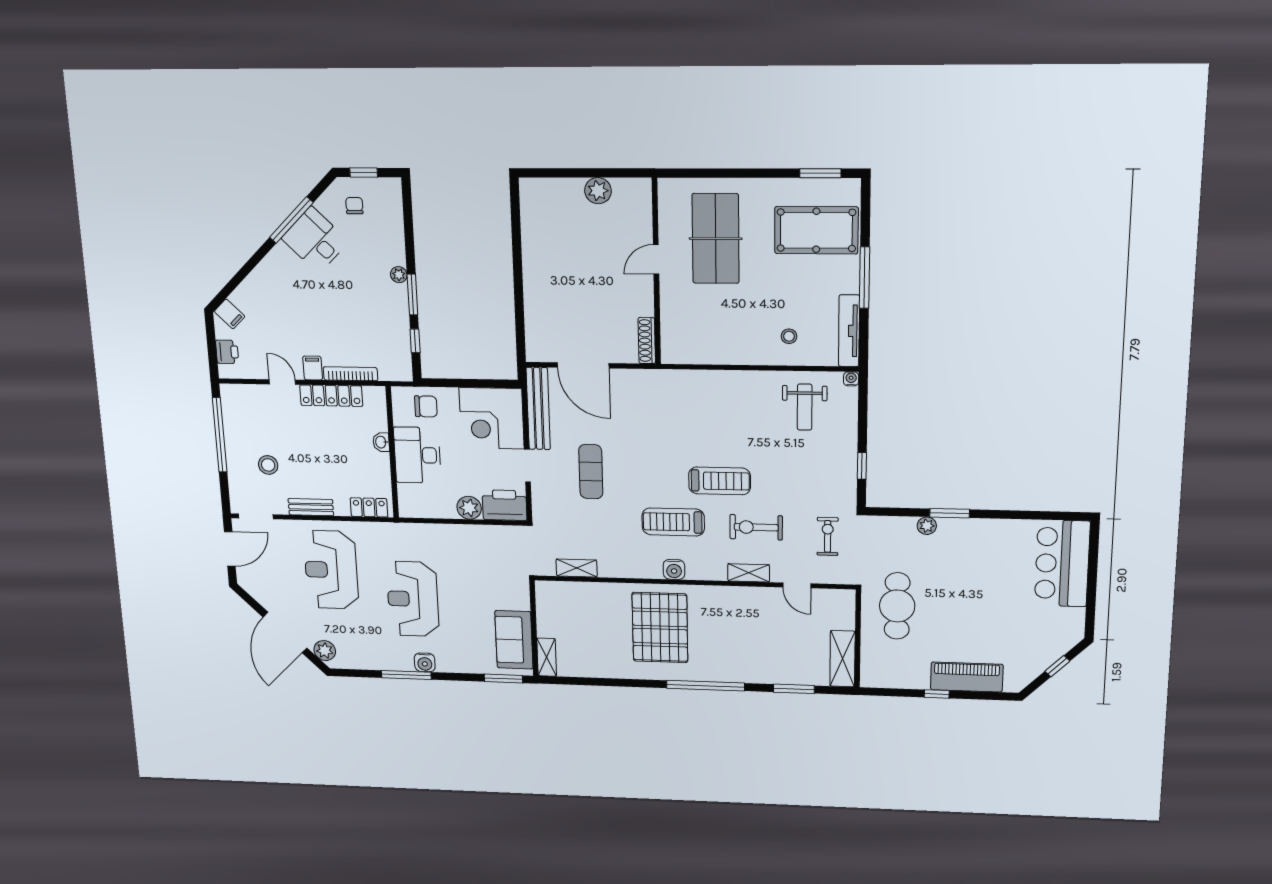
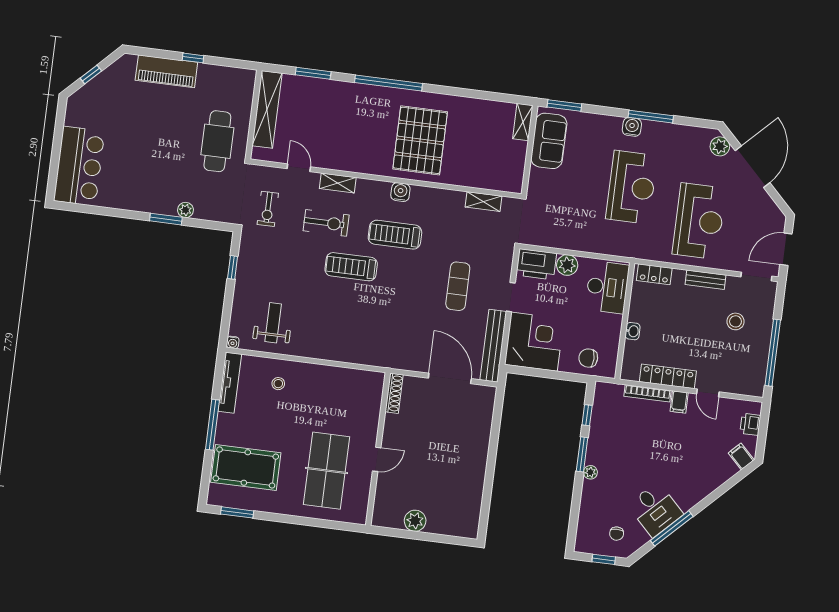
desk: (417, 455) -> (607, 287), moved
treadmill: (673, 522) -> (395, 235), turned 180
shelving: (842, 659) -> (267, 109), width x1.47

